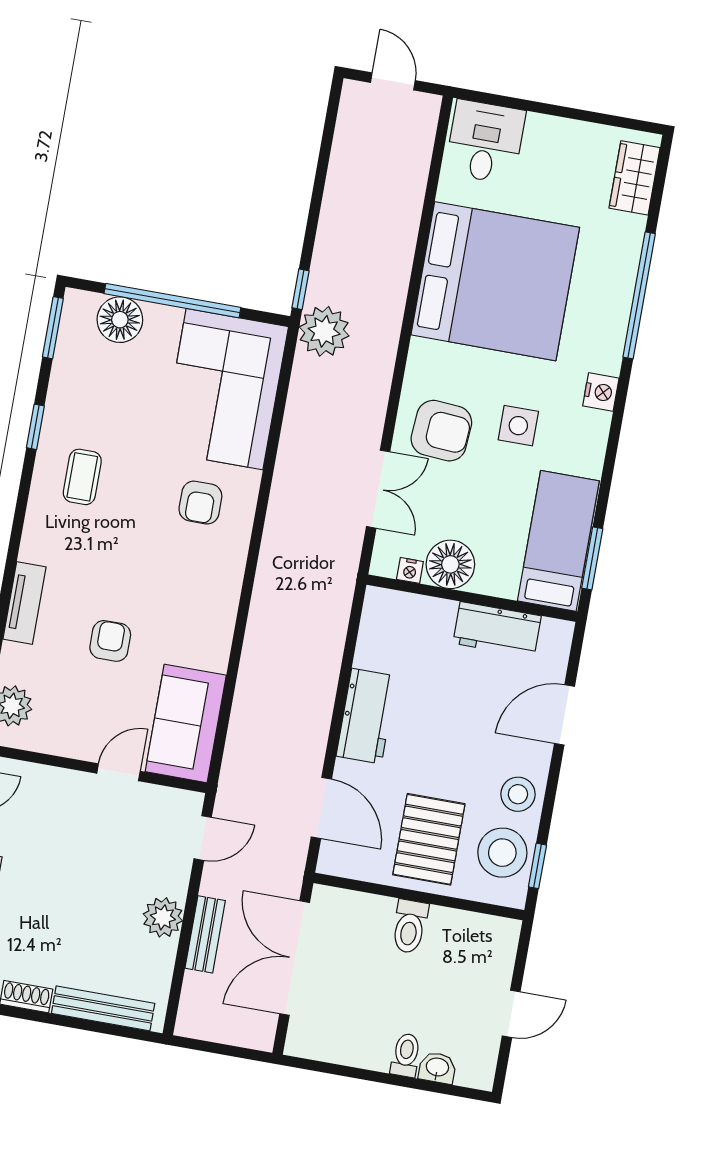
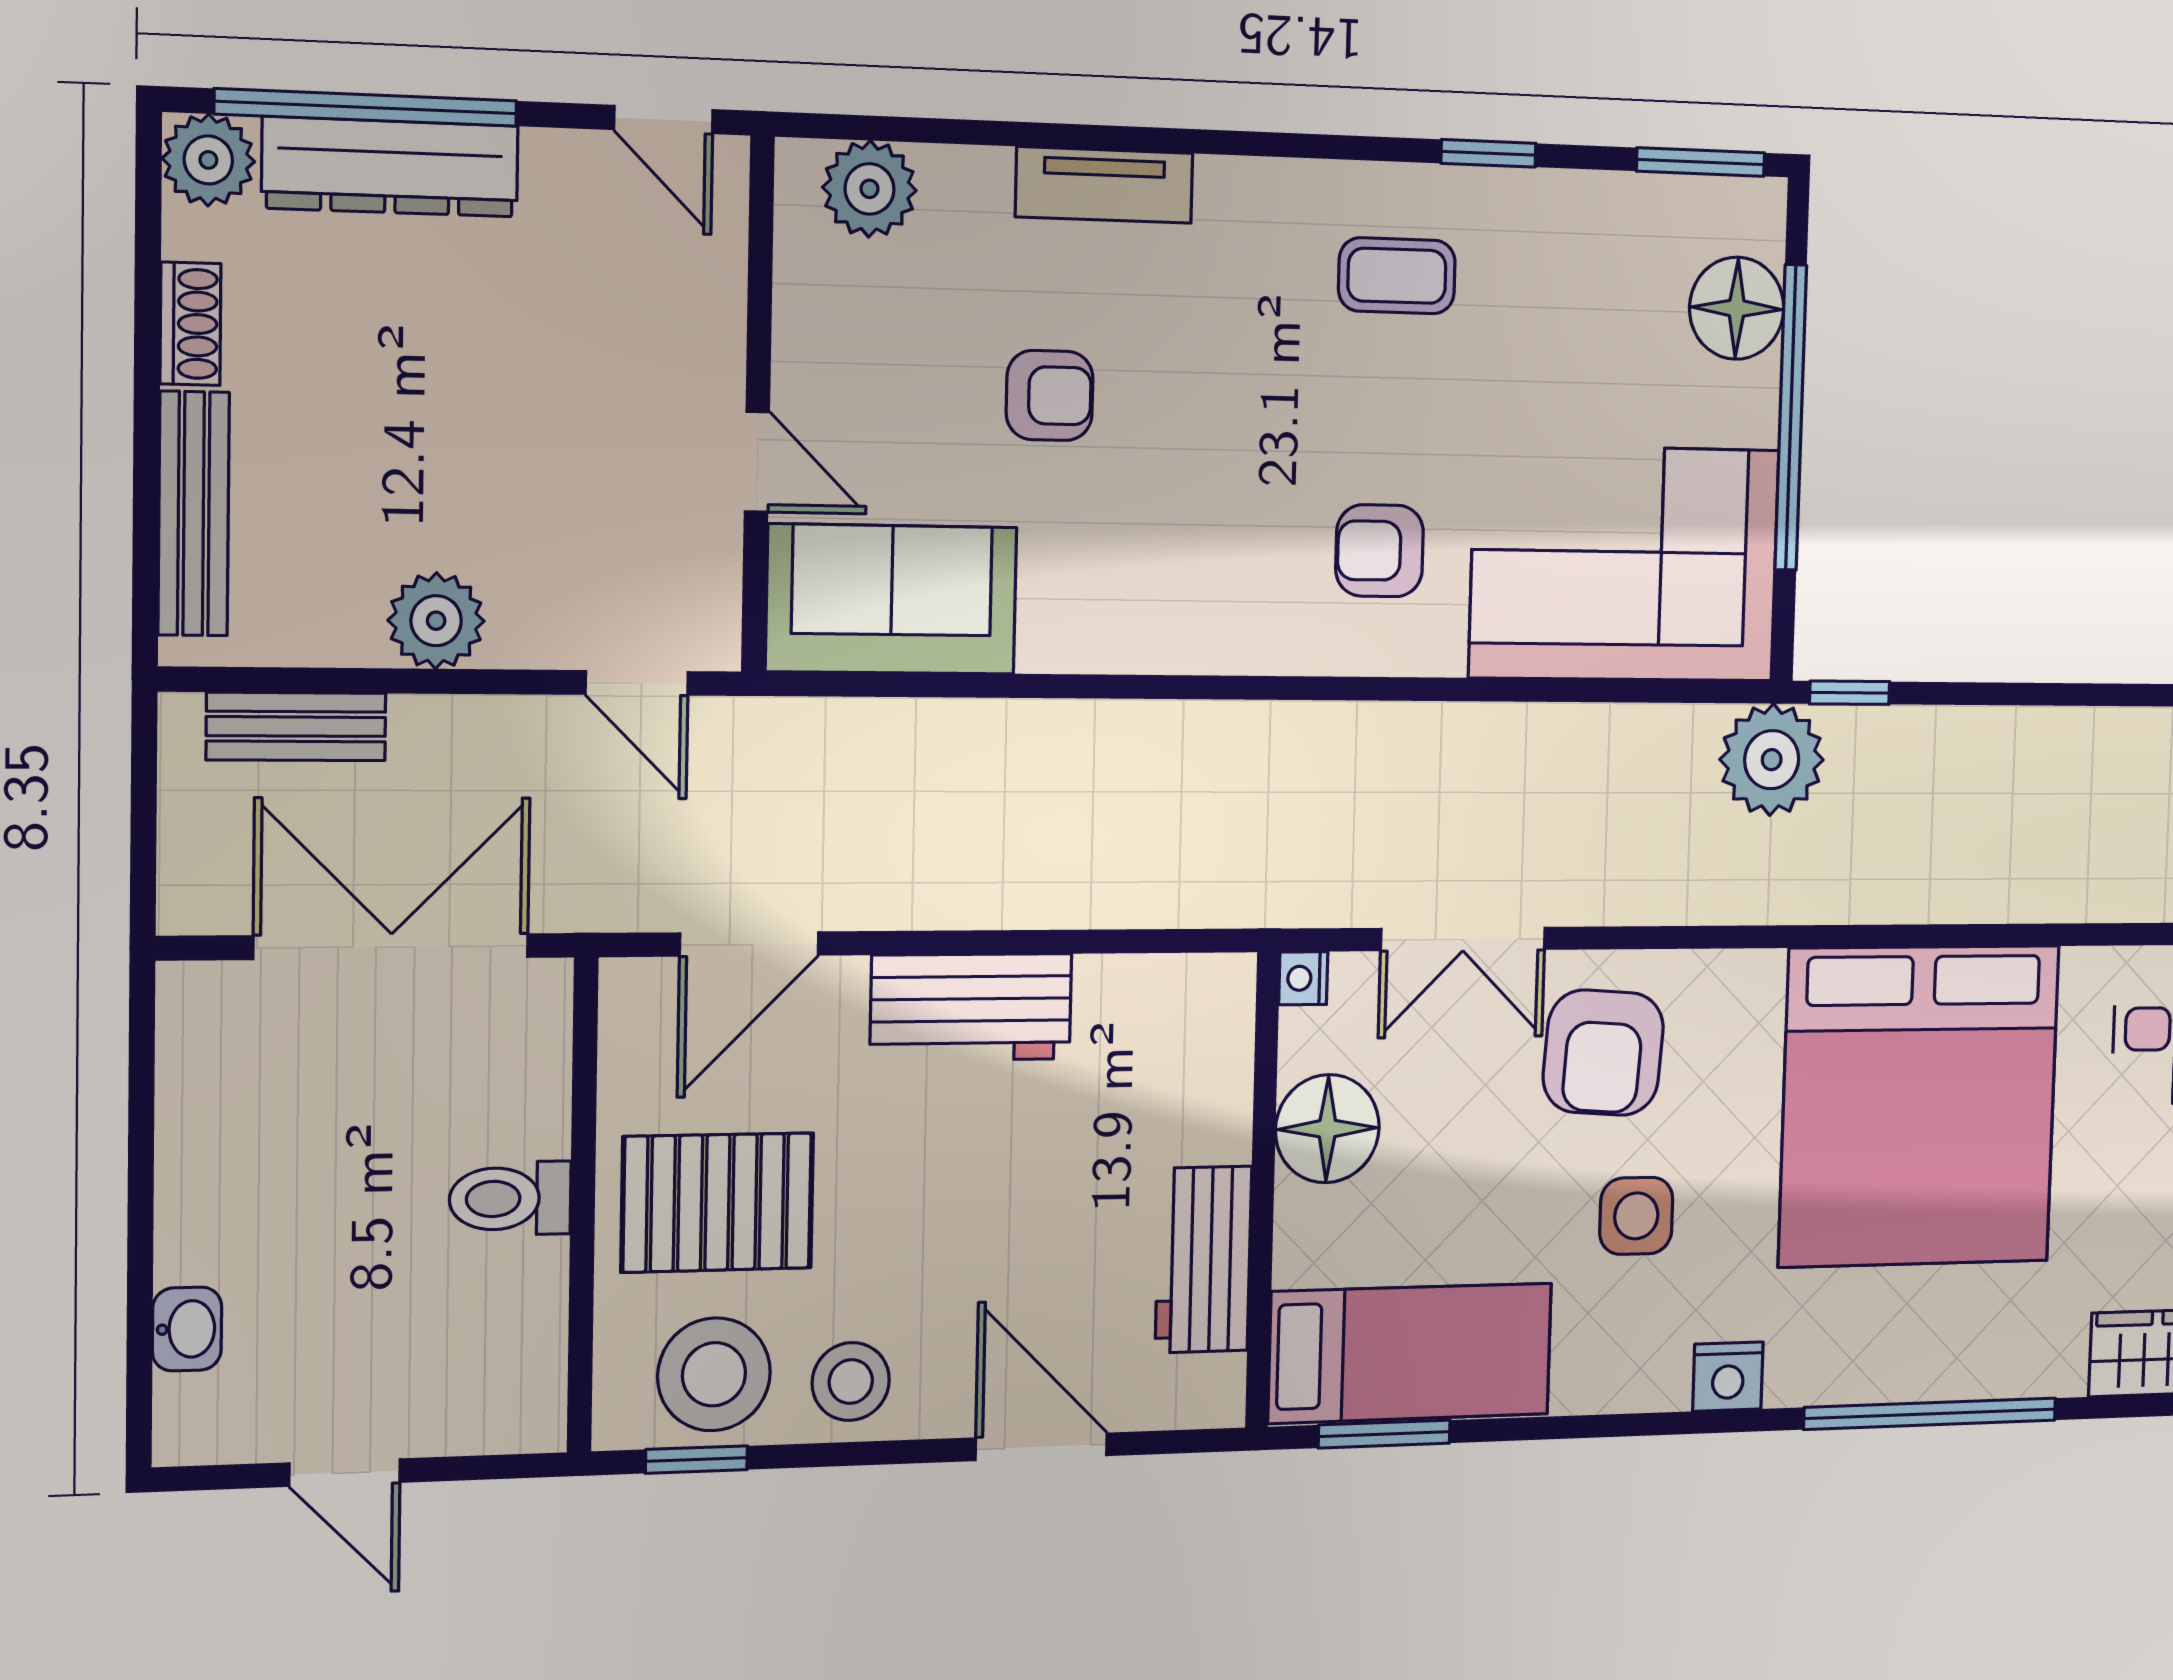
nightstand: (410, 570) -> (1303, 978), moved
bench: (205, 934) -> (296, 726), moved
toilet: (406, 1055) -> (205, 1250), removed

